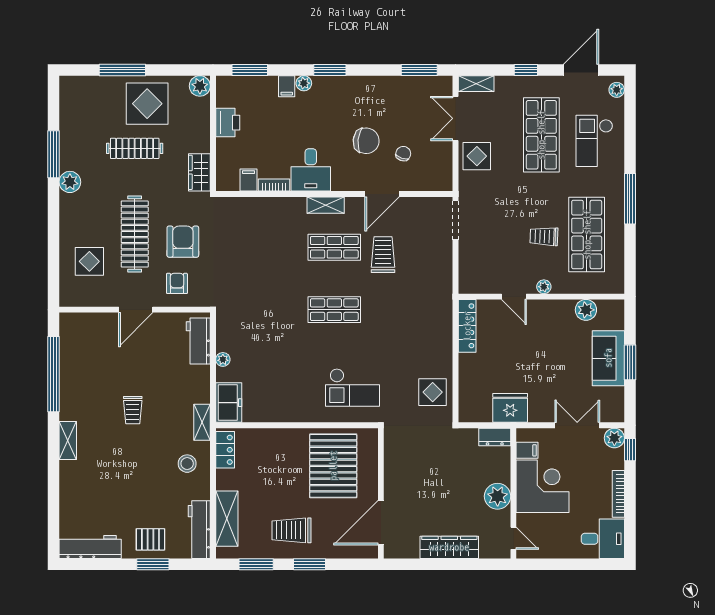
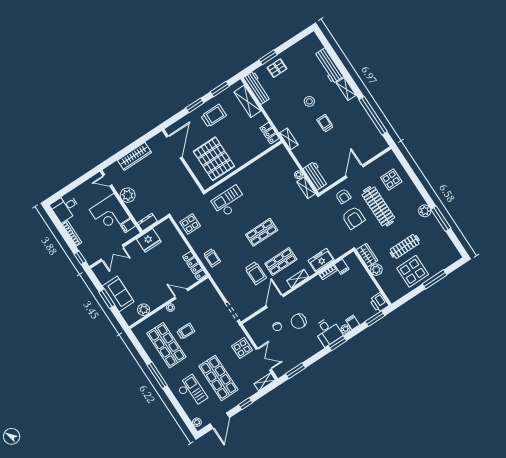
plant: (200, 86) -> (376, 270), moved
printer: (228, 123) -> (379, 302), moved
desk: (311, 170) -> (328, 332), moved, turned 180
trolley: (433, 320) -> (212, 258), added
shelving: (224, 333) -> (306, 188), added
freezer: (229, 403) -> (321, 260), moved, turned 90
plant: (614, 438) -> (91, 258), removed
stool: (187, 464) -> (309, 101), moved
workbench: (90, 547) -> (329, 66), moved, turned 90

